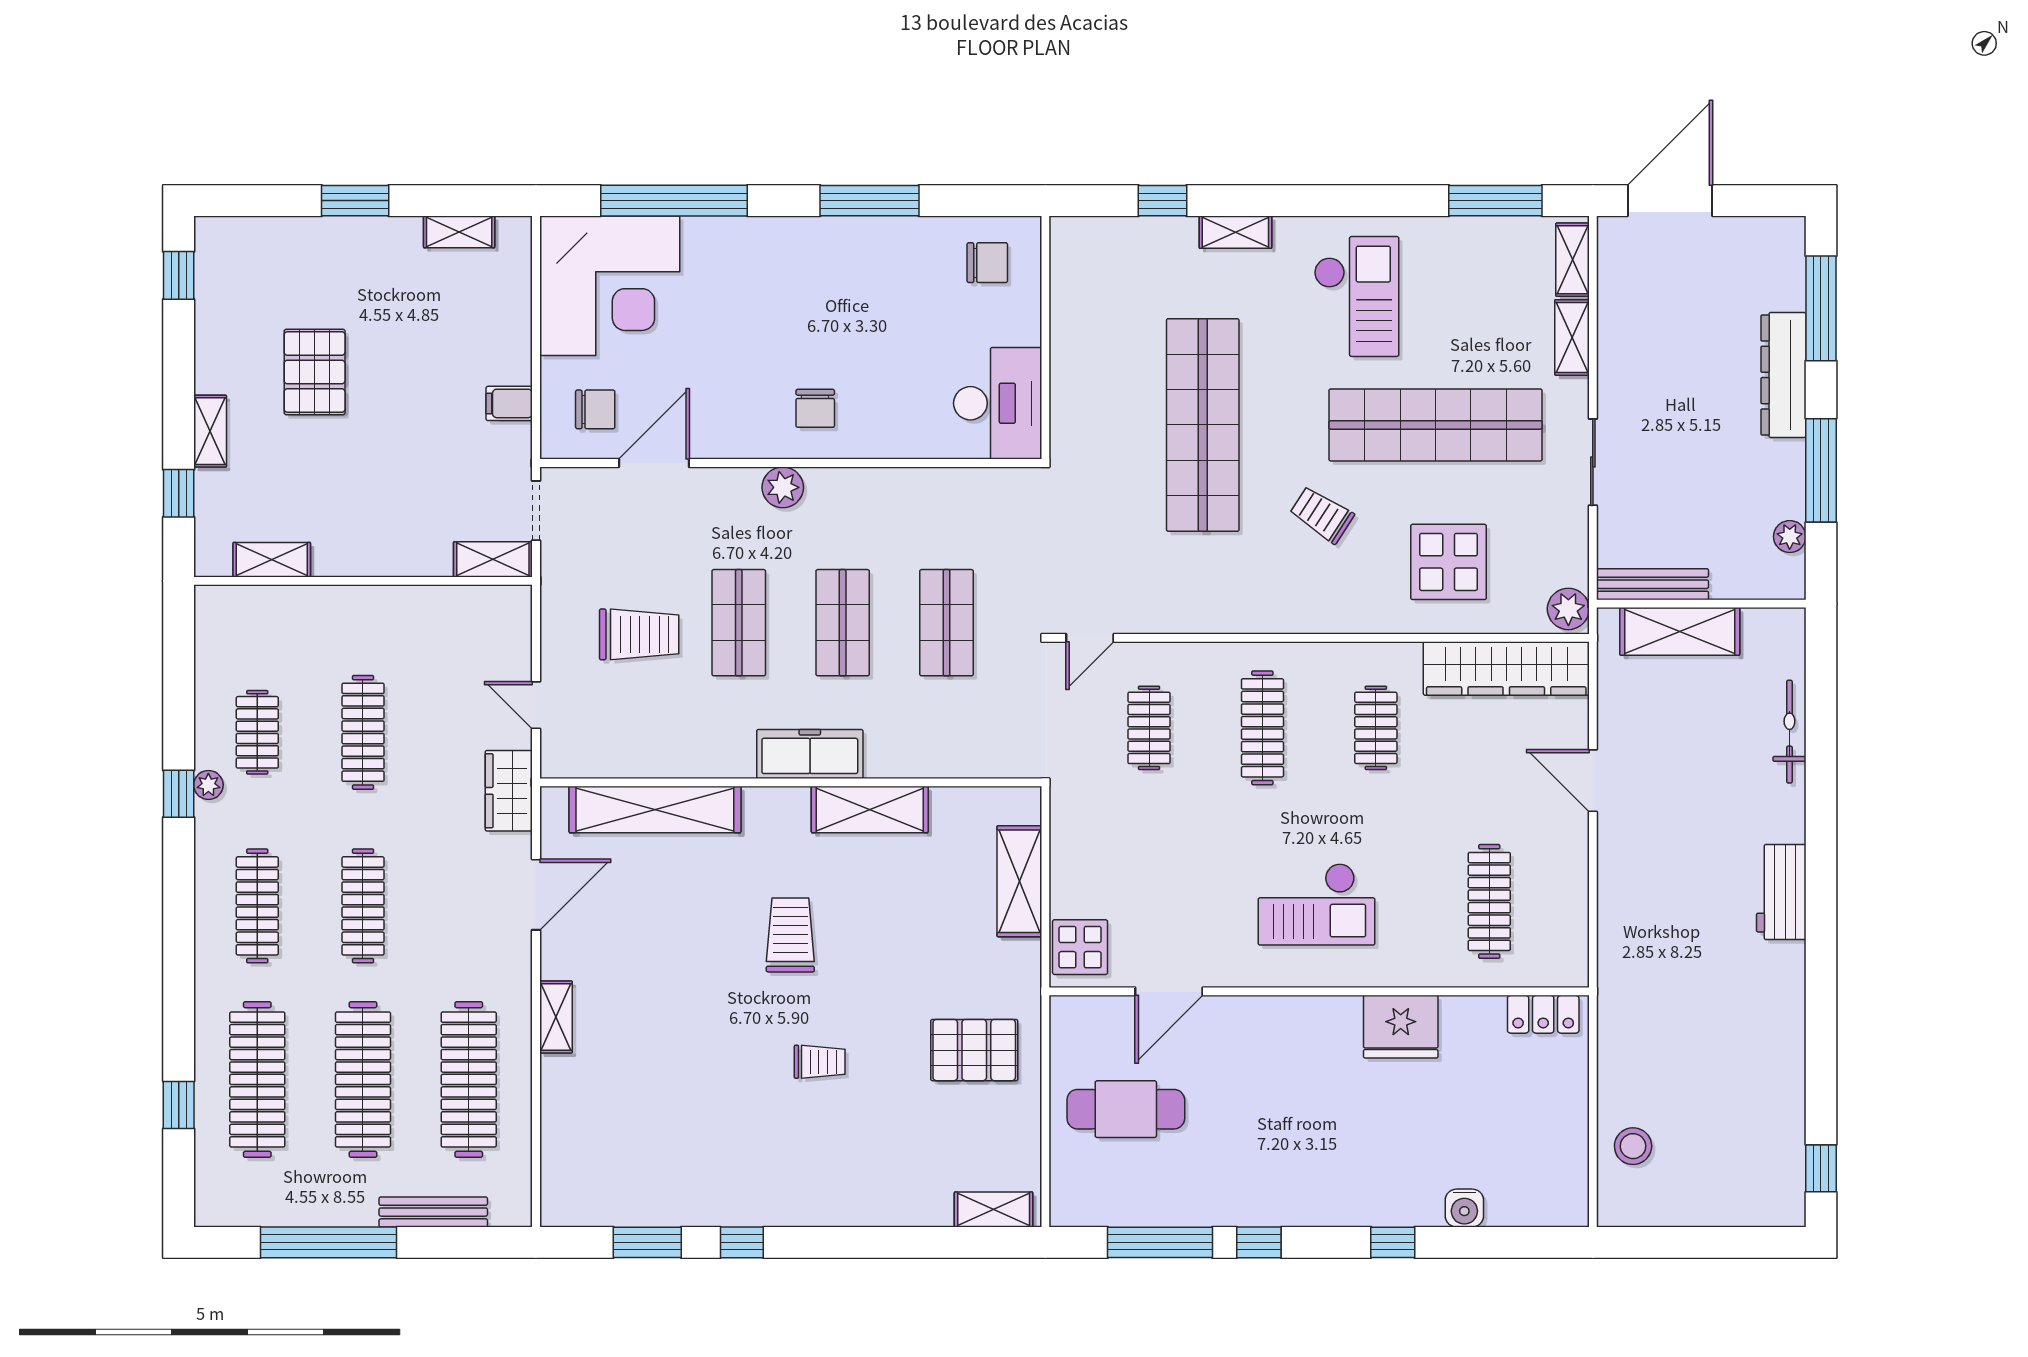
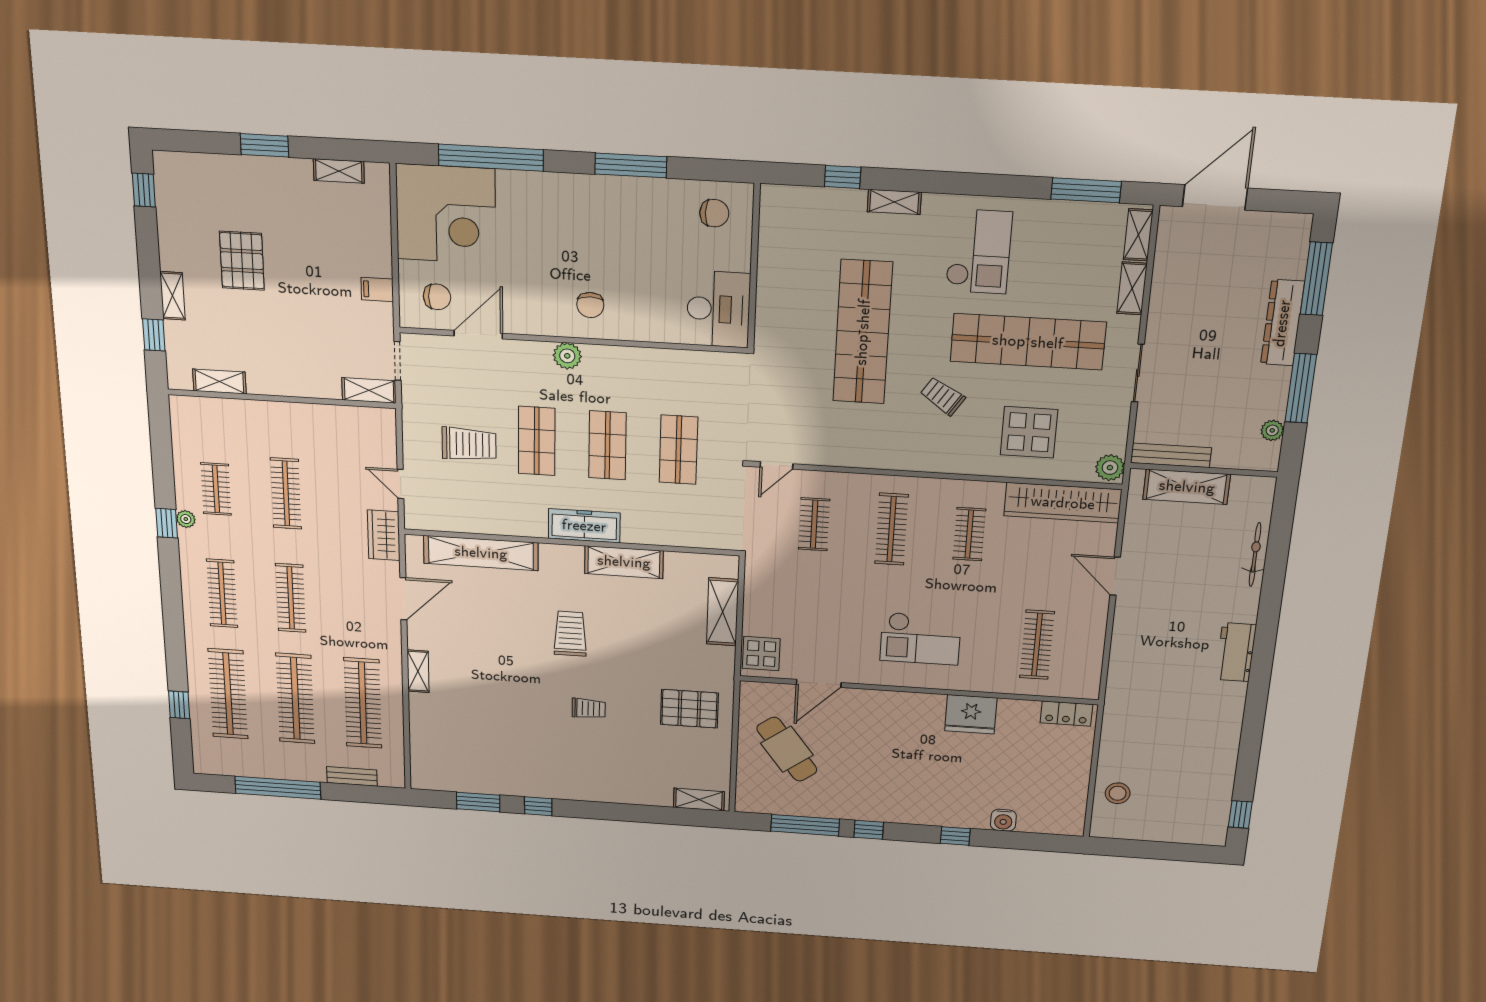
cafe table: (1126, 1109) -> (787, 749), turned 53
bench: (433, 1212) -> (352, 776), width x0.73

